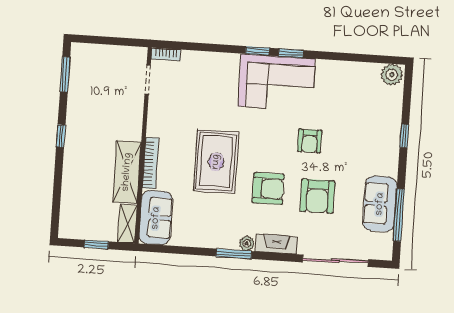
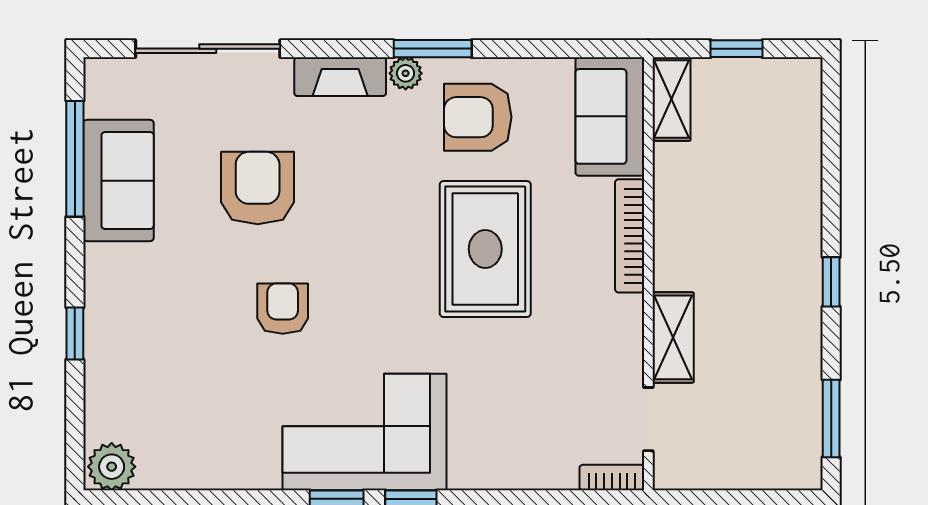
shelving: (127, 172) -> (673, 337), moved, width x0.67, depth x0.75
armchair: (268, 188) -> (478, 117), moved

